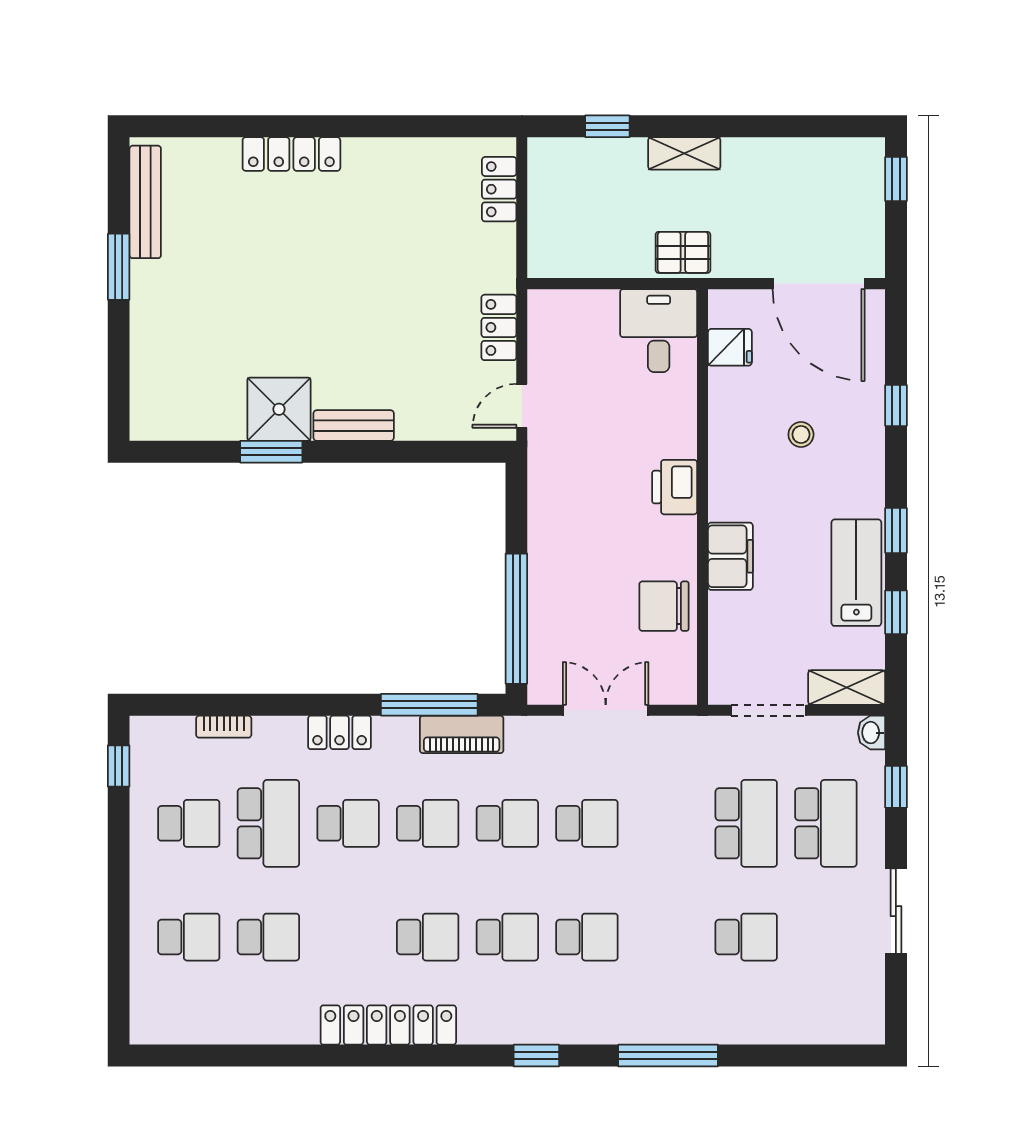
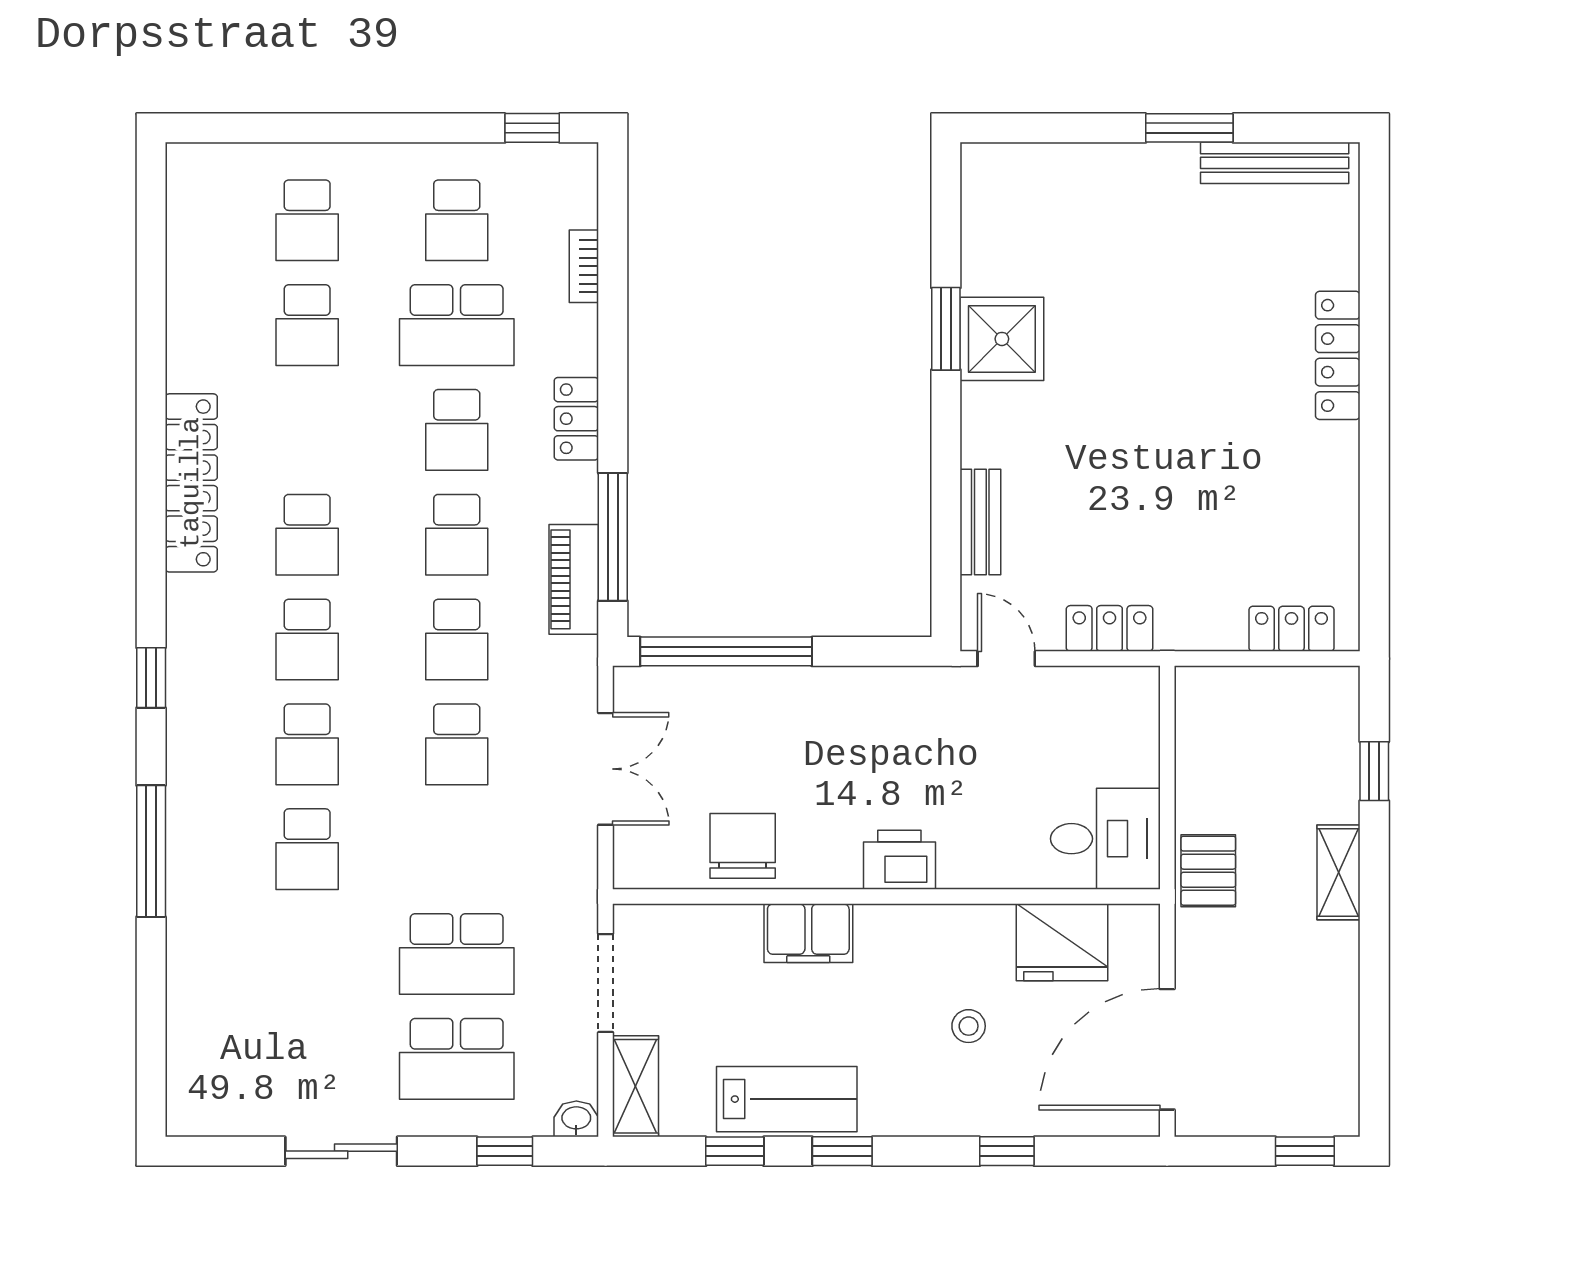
fridge: (730, 347) -> (1062, 942), width x1.88, depth x1.34
bench: (354, 426) -> (980, 522), moved
school desk: (746, 937) -> (307, 849), moved

